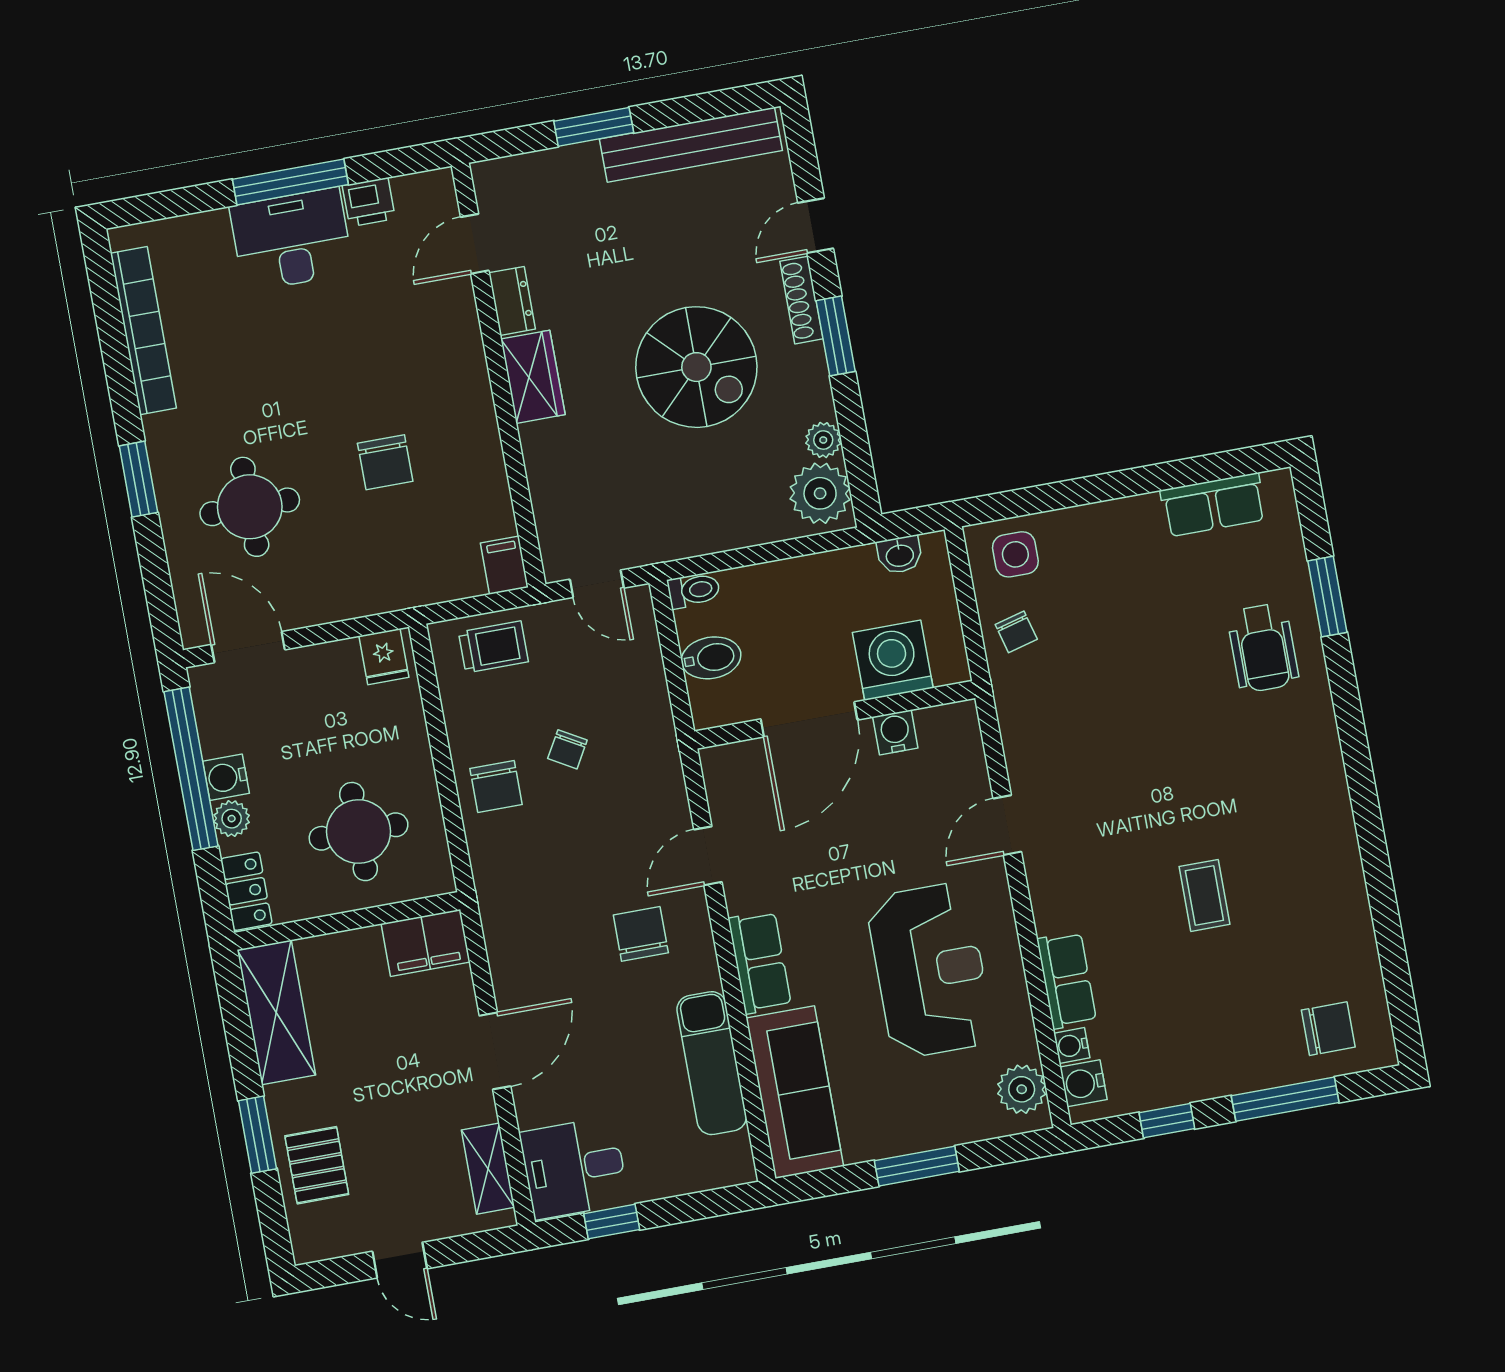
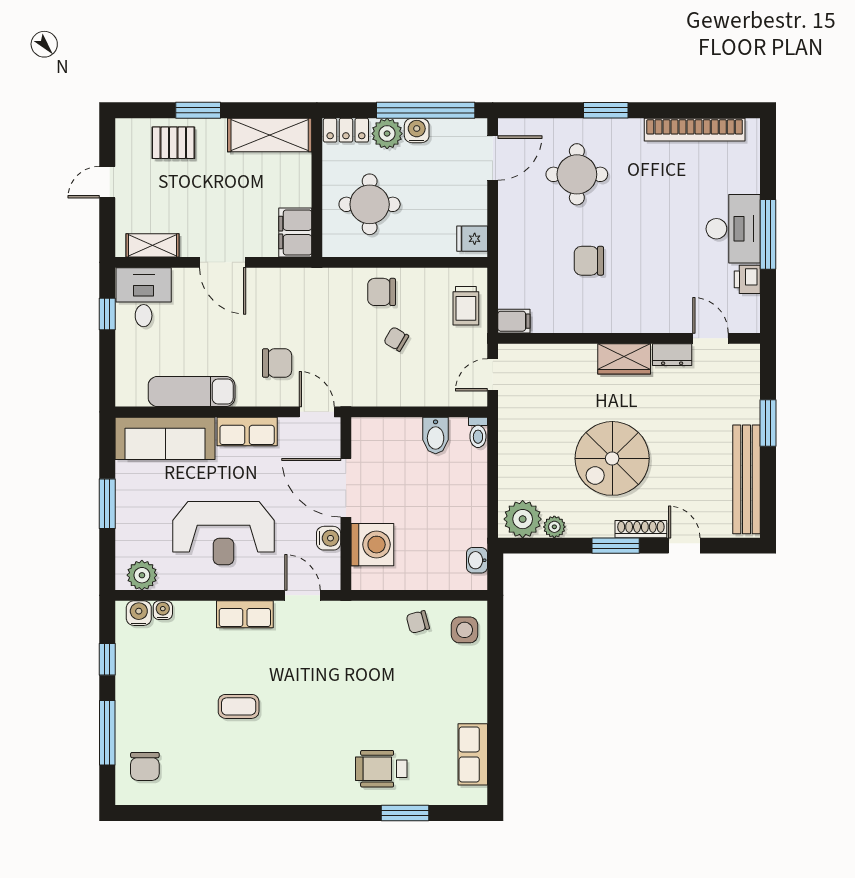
washing machine: (893, 660) -> (372, 545), moved
wall: (835, 715) -> (346, 504), moved
door: (809, 719) -> (346, 488), moved
water cooler: (895, 732) -> (329, 538), moved
plant: (232, 819) -> (387, 134), width x1.38, depth x1.38
row of seats: (1067, 980) -> (245, 614), moved

